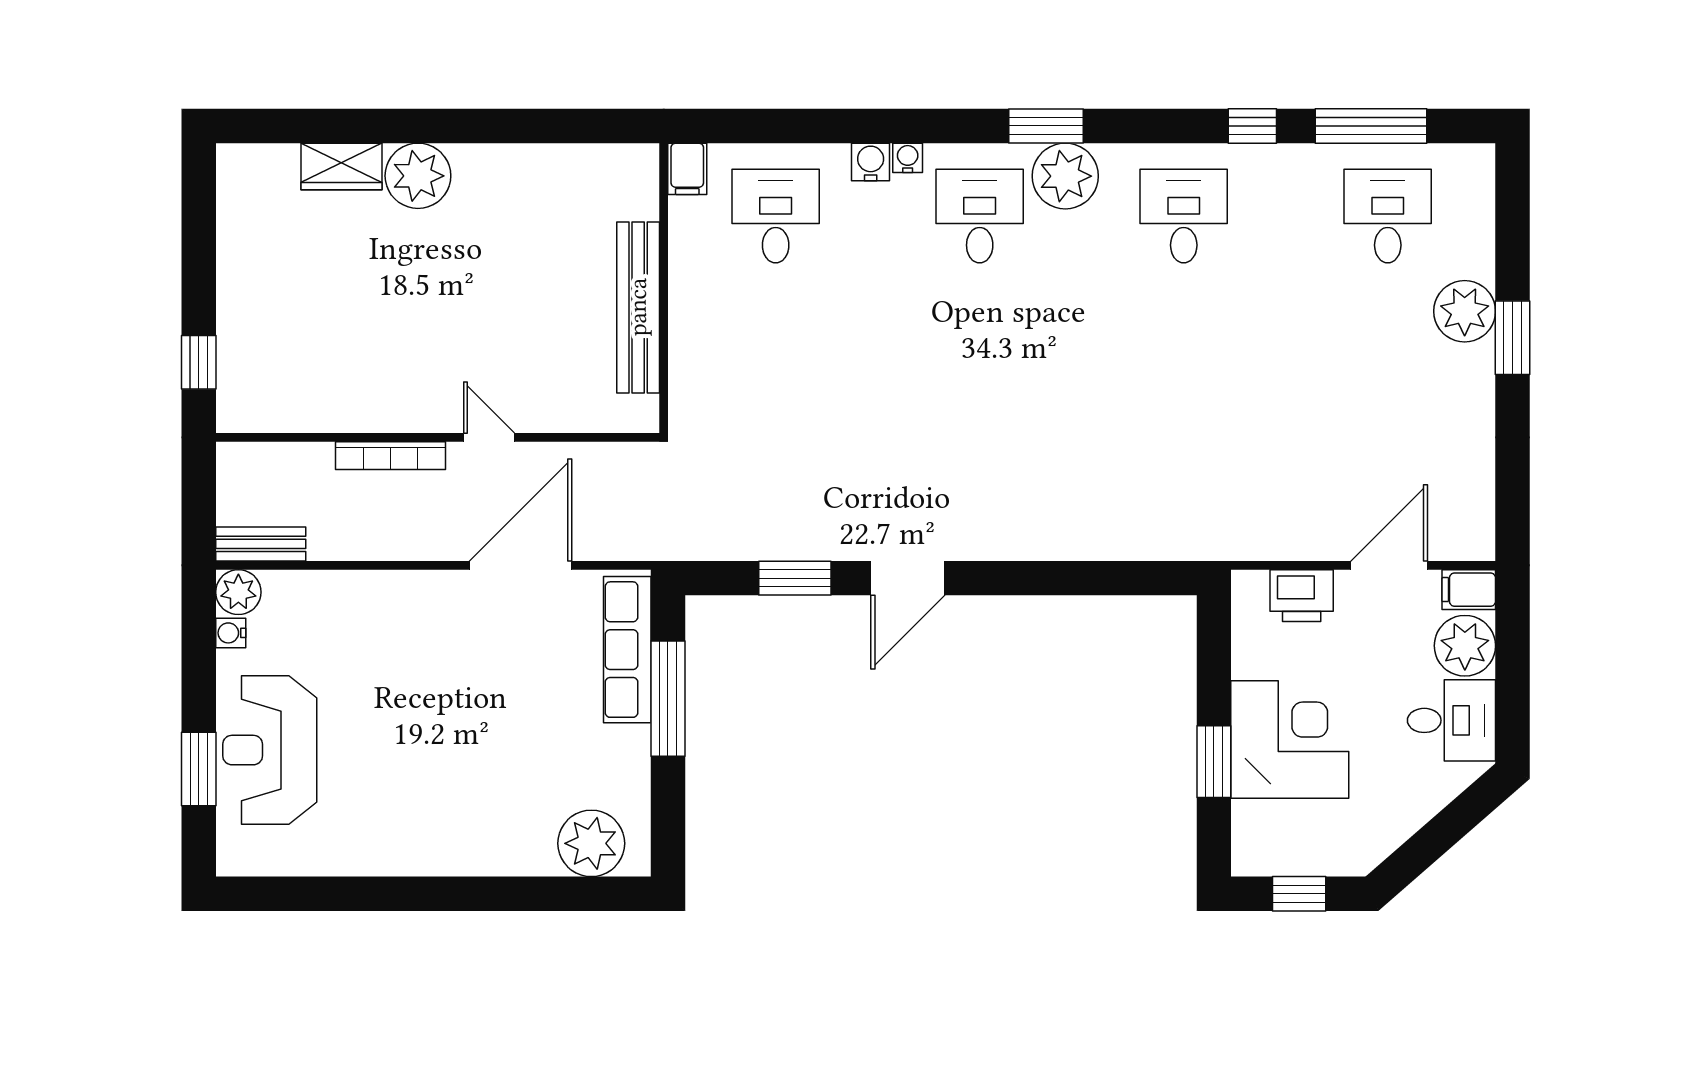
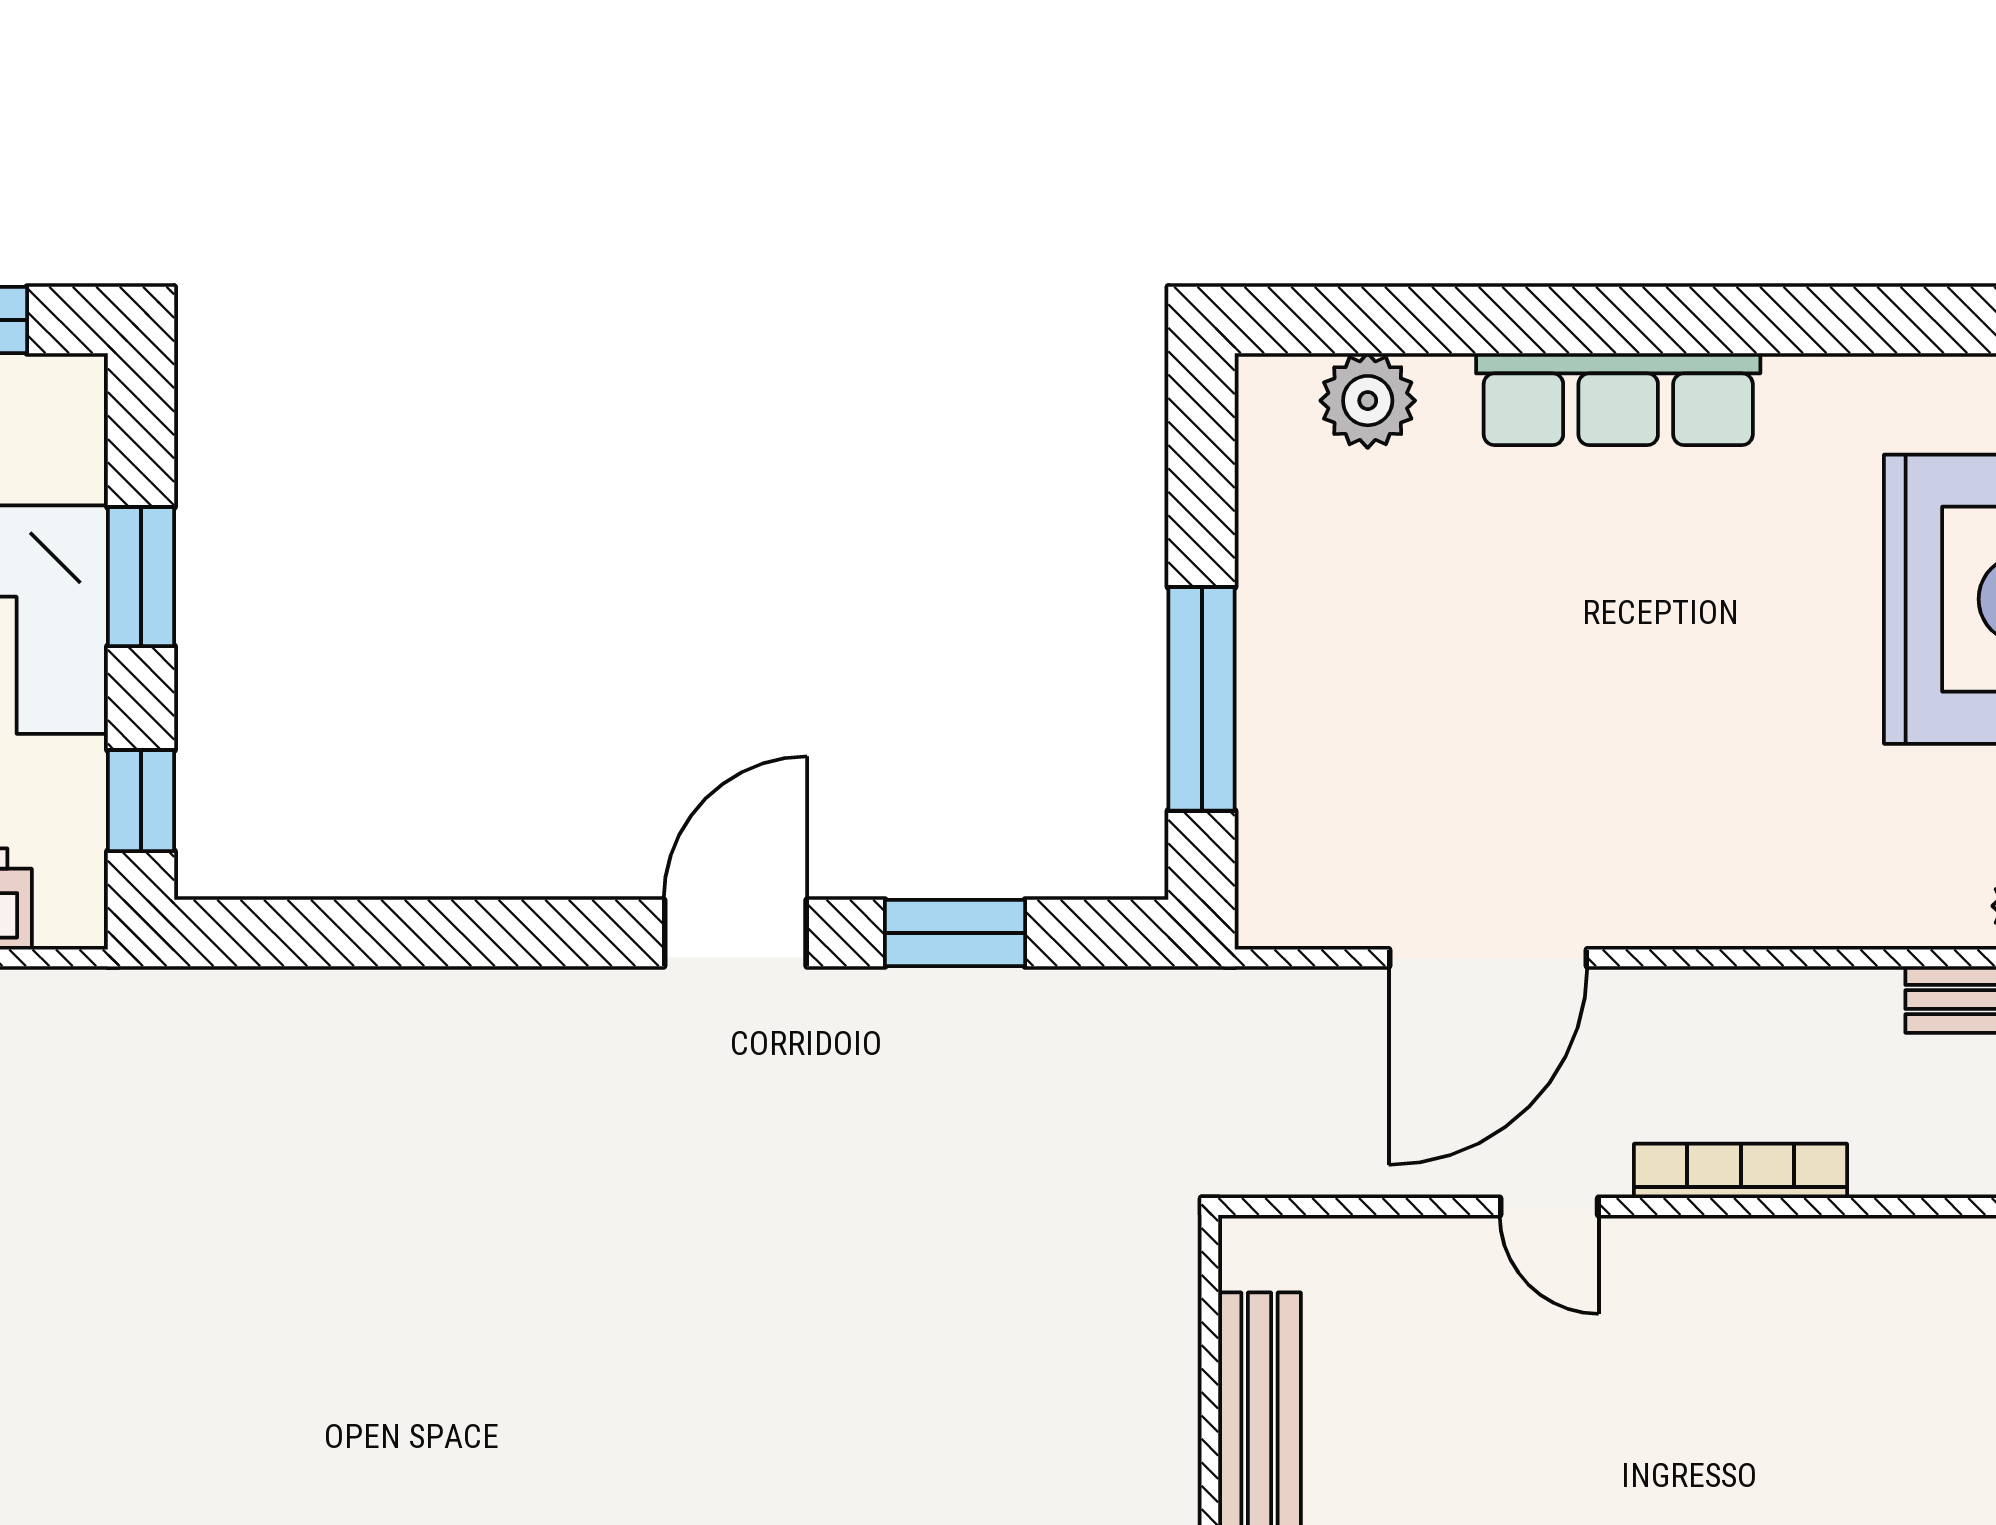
window: (1214, 646) -> (141, 801), added
row of seats: (627, 650) -> (1618, 399), moved, turned 90
plant: (591, 843) -> (1368, 401), width x0.73, depth x0.73

